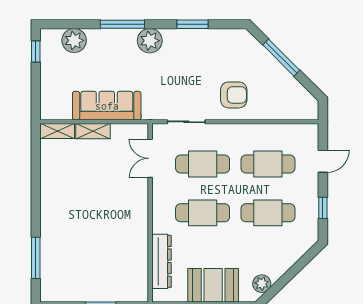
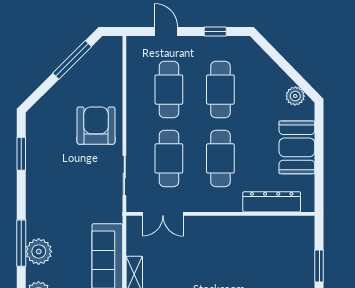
window: (192, 24) -> (21, 154), moved
plant: (150, 41) -> (39, 251), moved
window: (281, 58) -> (72, 60), moved
armchair: (234, 95) -> (96, 126), width x1.36, depth x1.36

